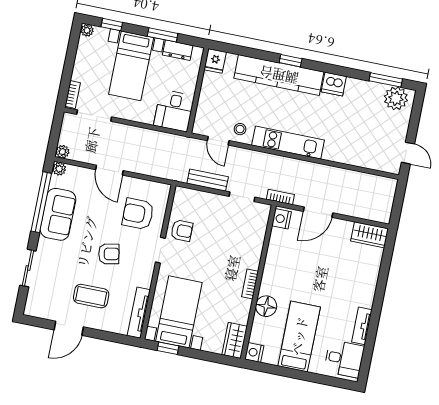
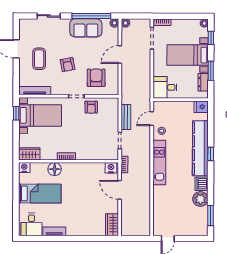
plant: (396, 98) -> (200, 199), moved

